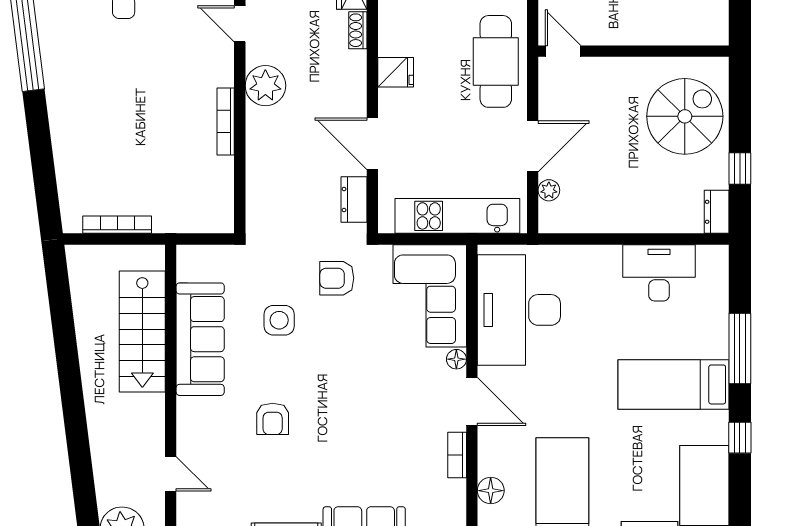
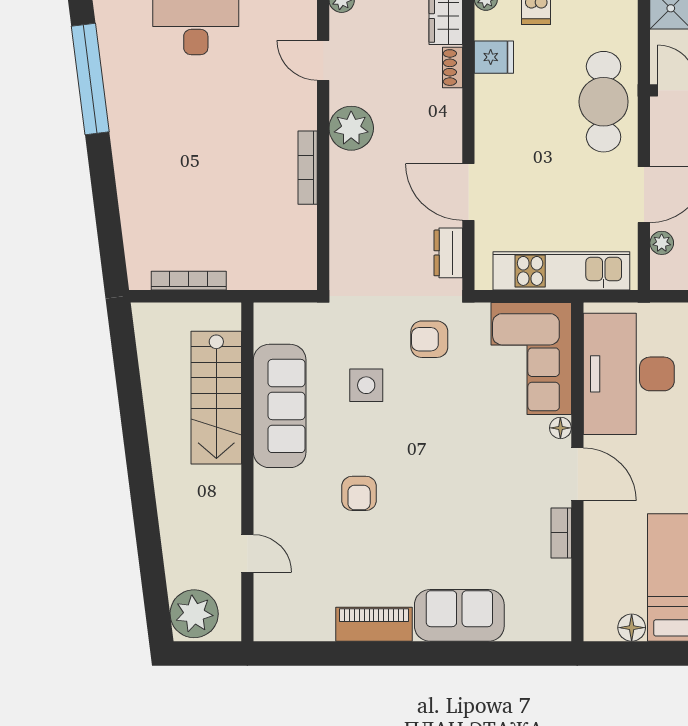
fridge: (396, 72) -> (494, 57), moved
floor lamp: (491, 491) -> (598, 572), removed

